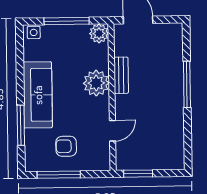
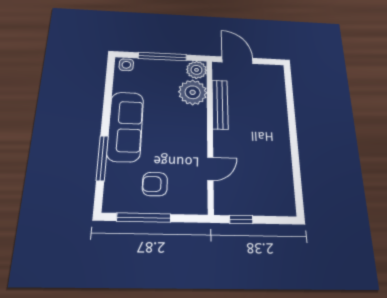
bench: (121, 75) -> (220, 104), width x1.36
plant: (96, 83) -> (193, 92), moved
window: (187, 84) -> (292, 124), removed
window: (138, 174) -> (241, 219), width x0.67

